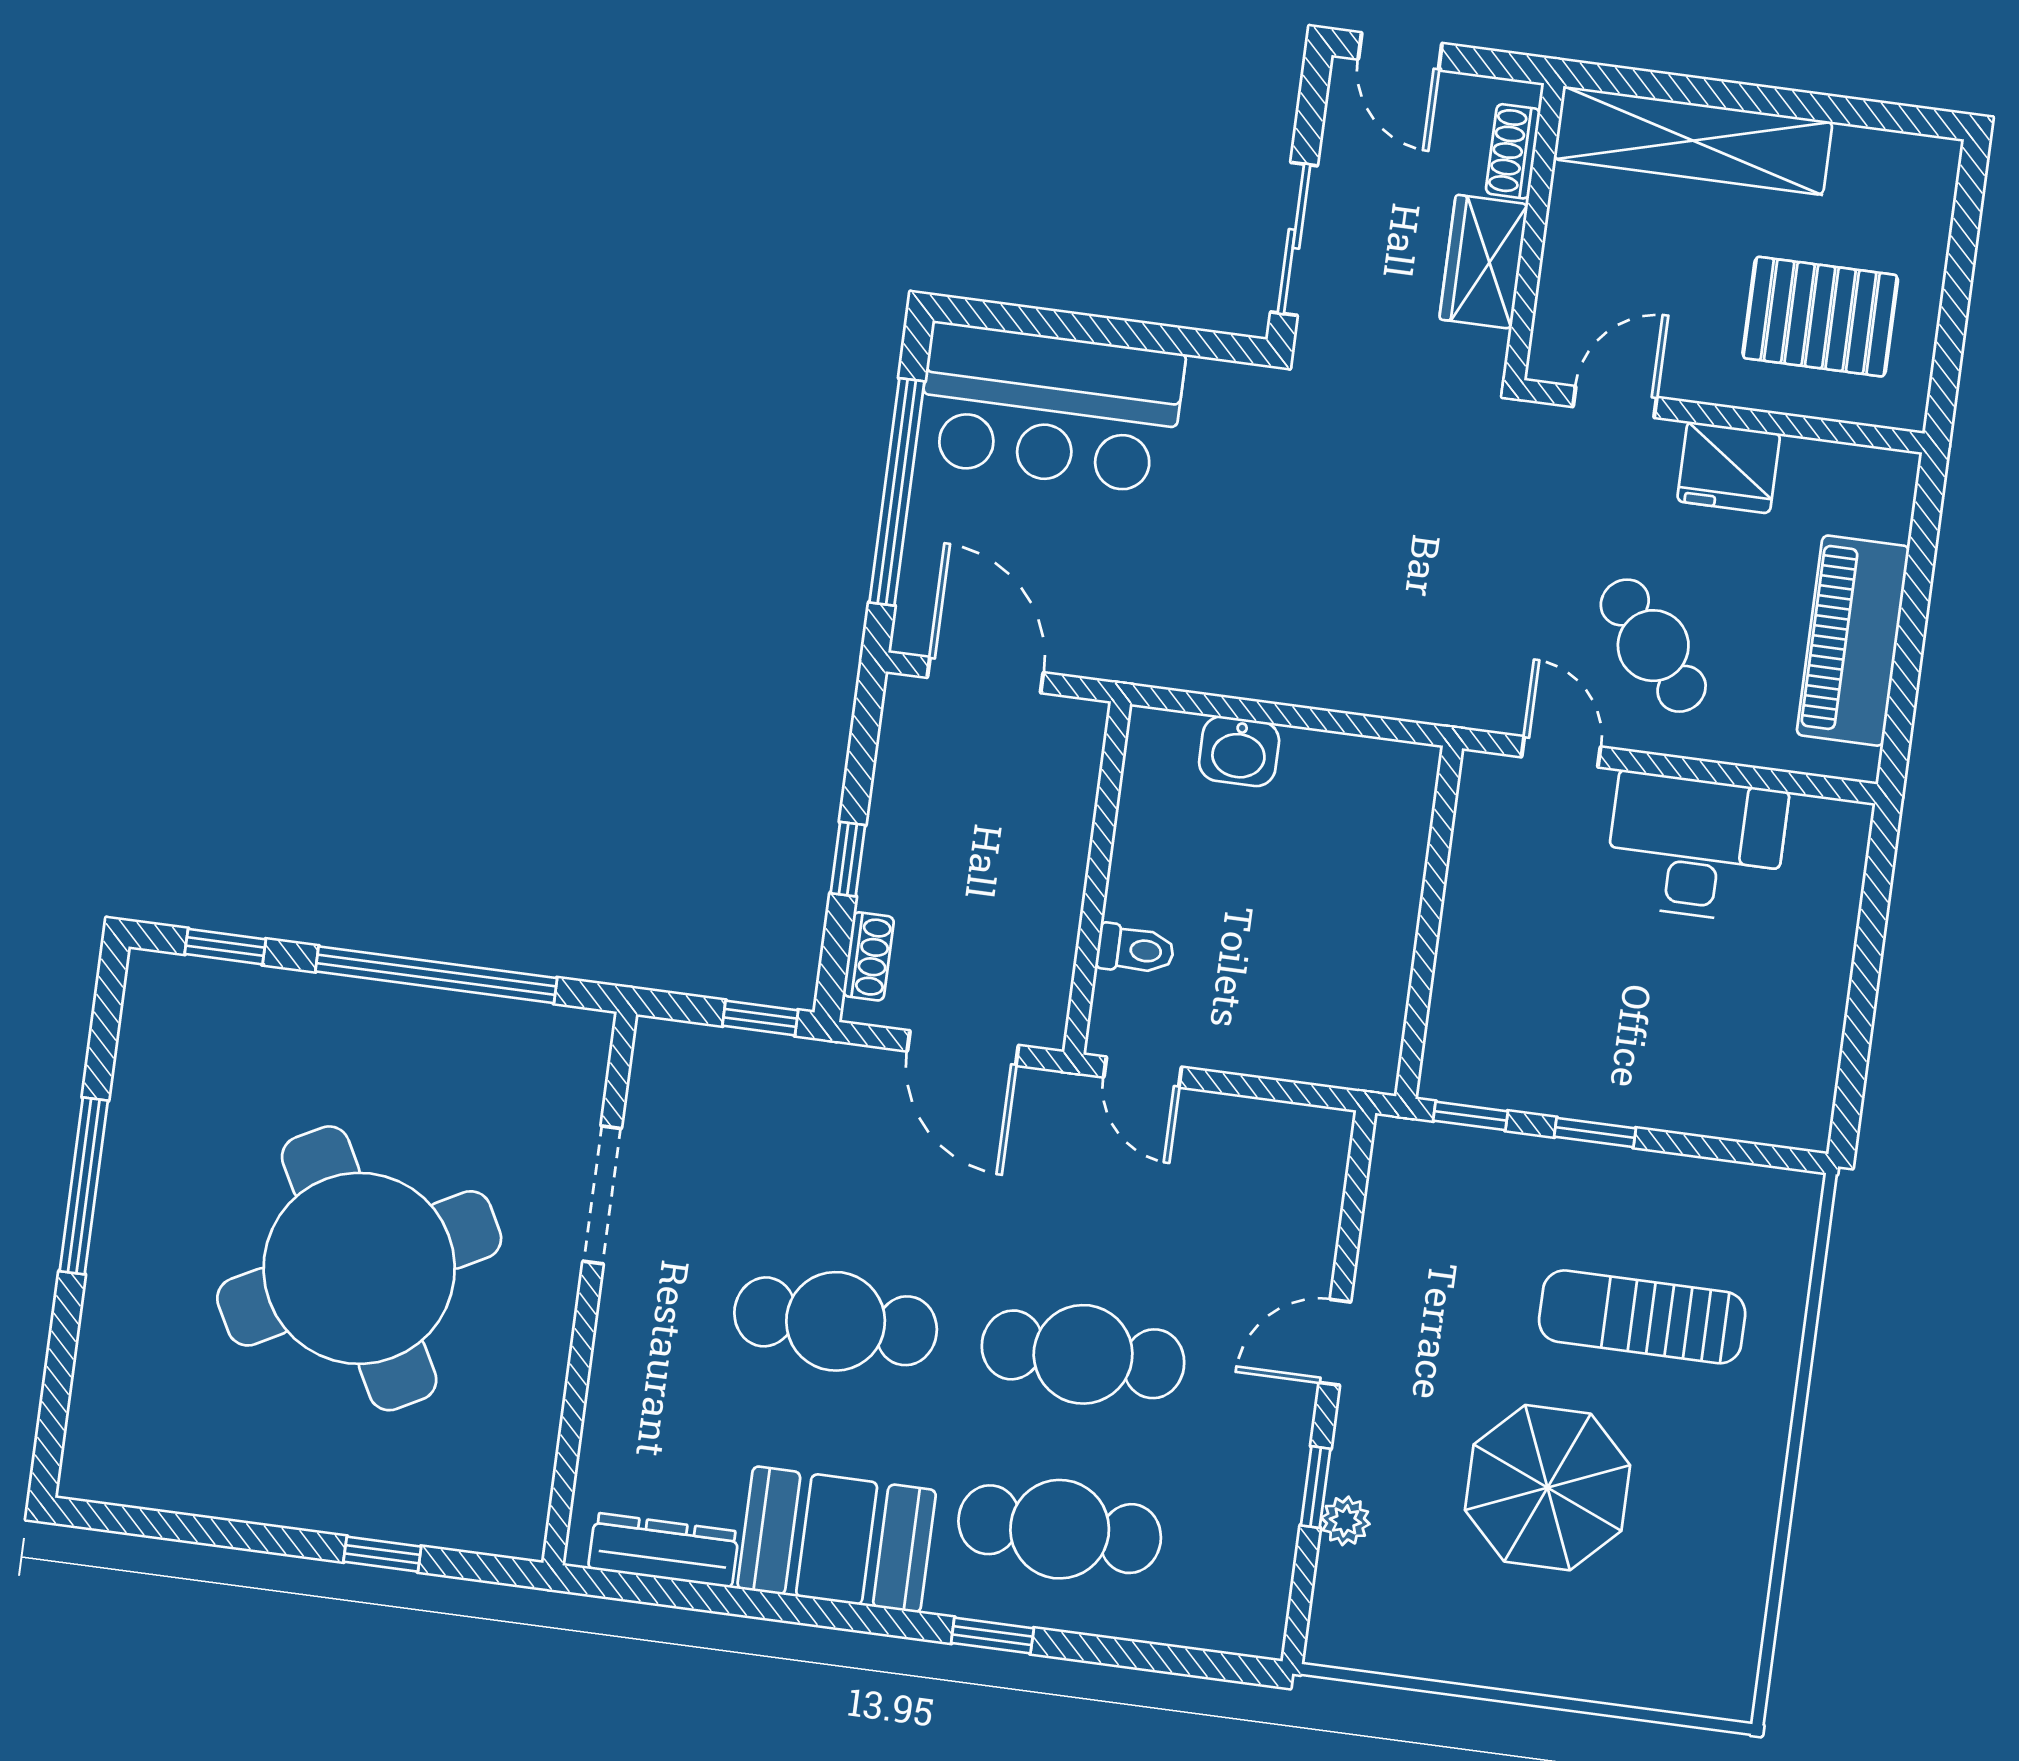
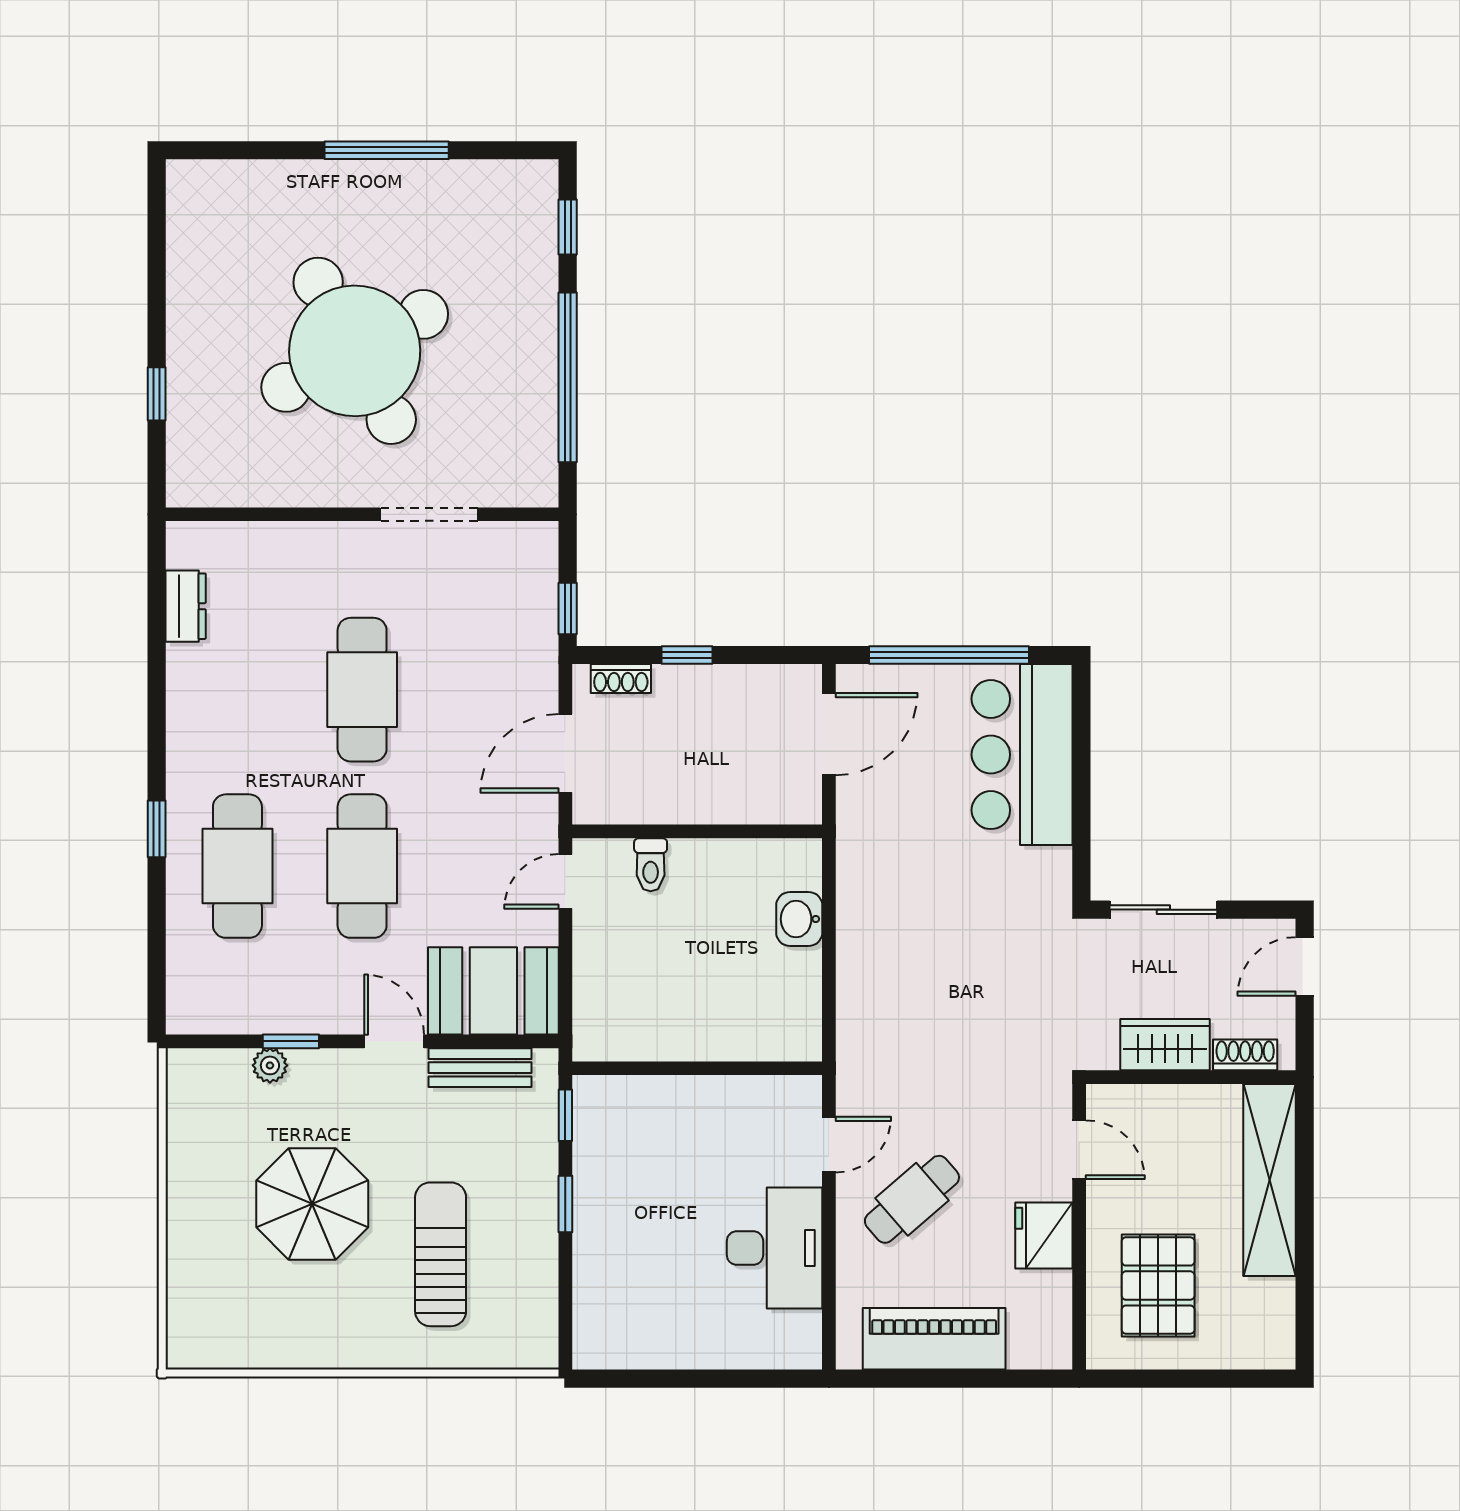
bench: (1388, 1227) -> (480, 1068), added
booth: (837, 1539) -> (493, 991), moved, turned 90
dresser: (664, 1550) -> (186, 606), width x0.70

